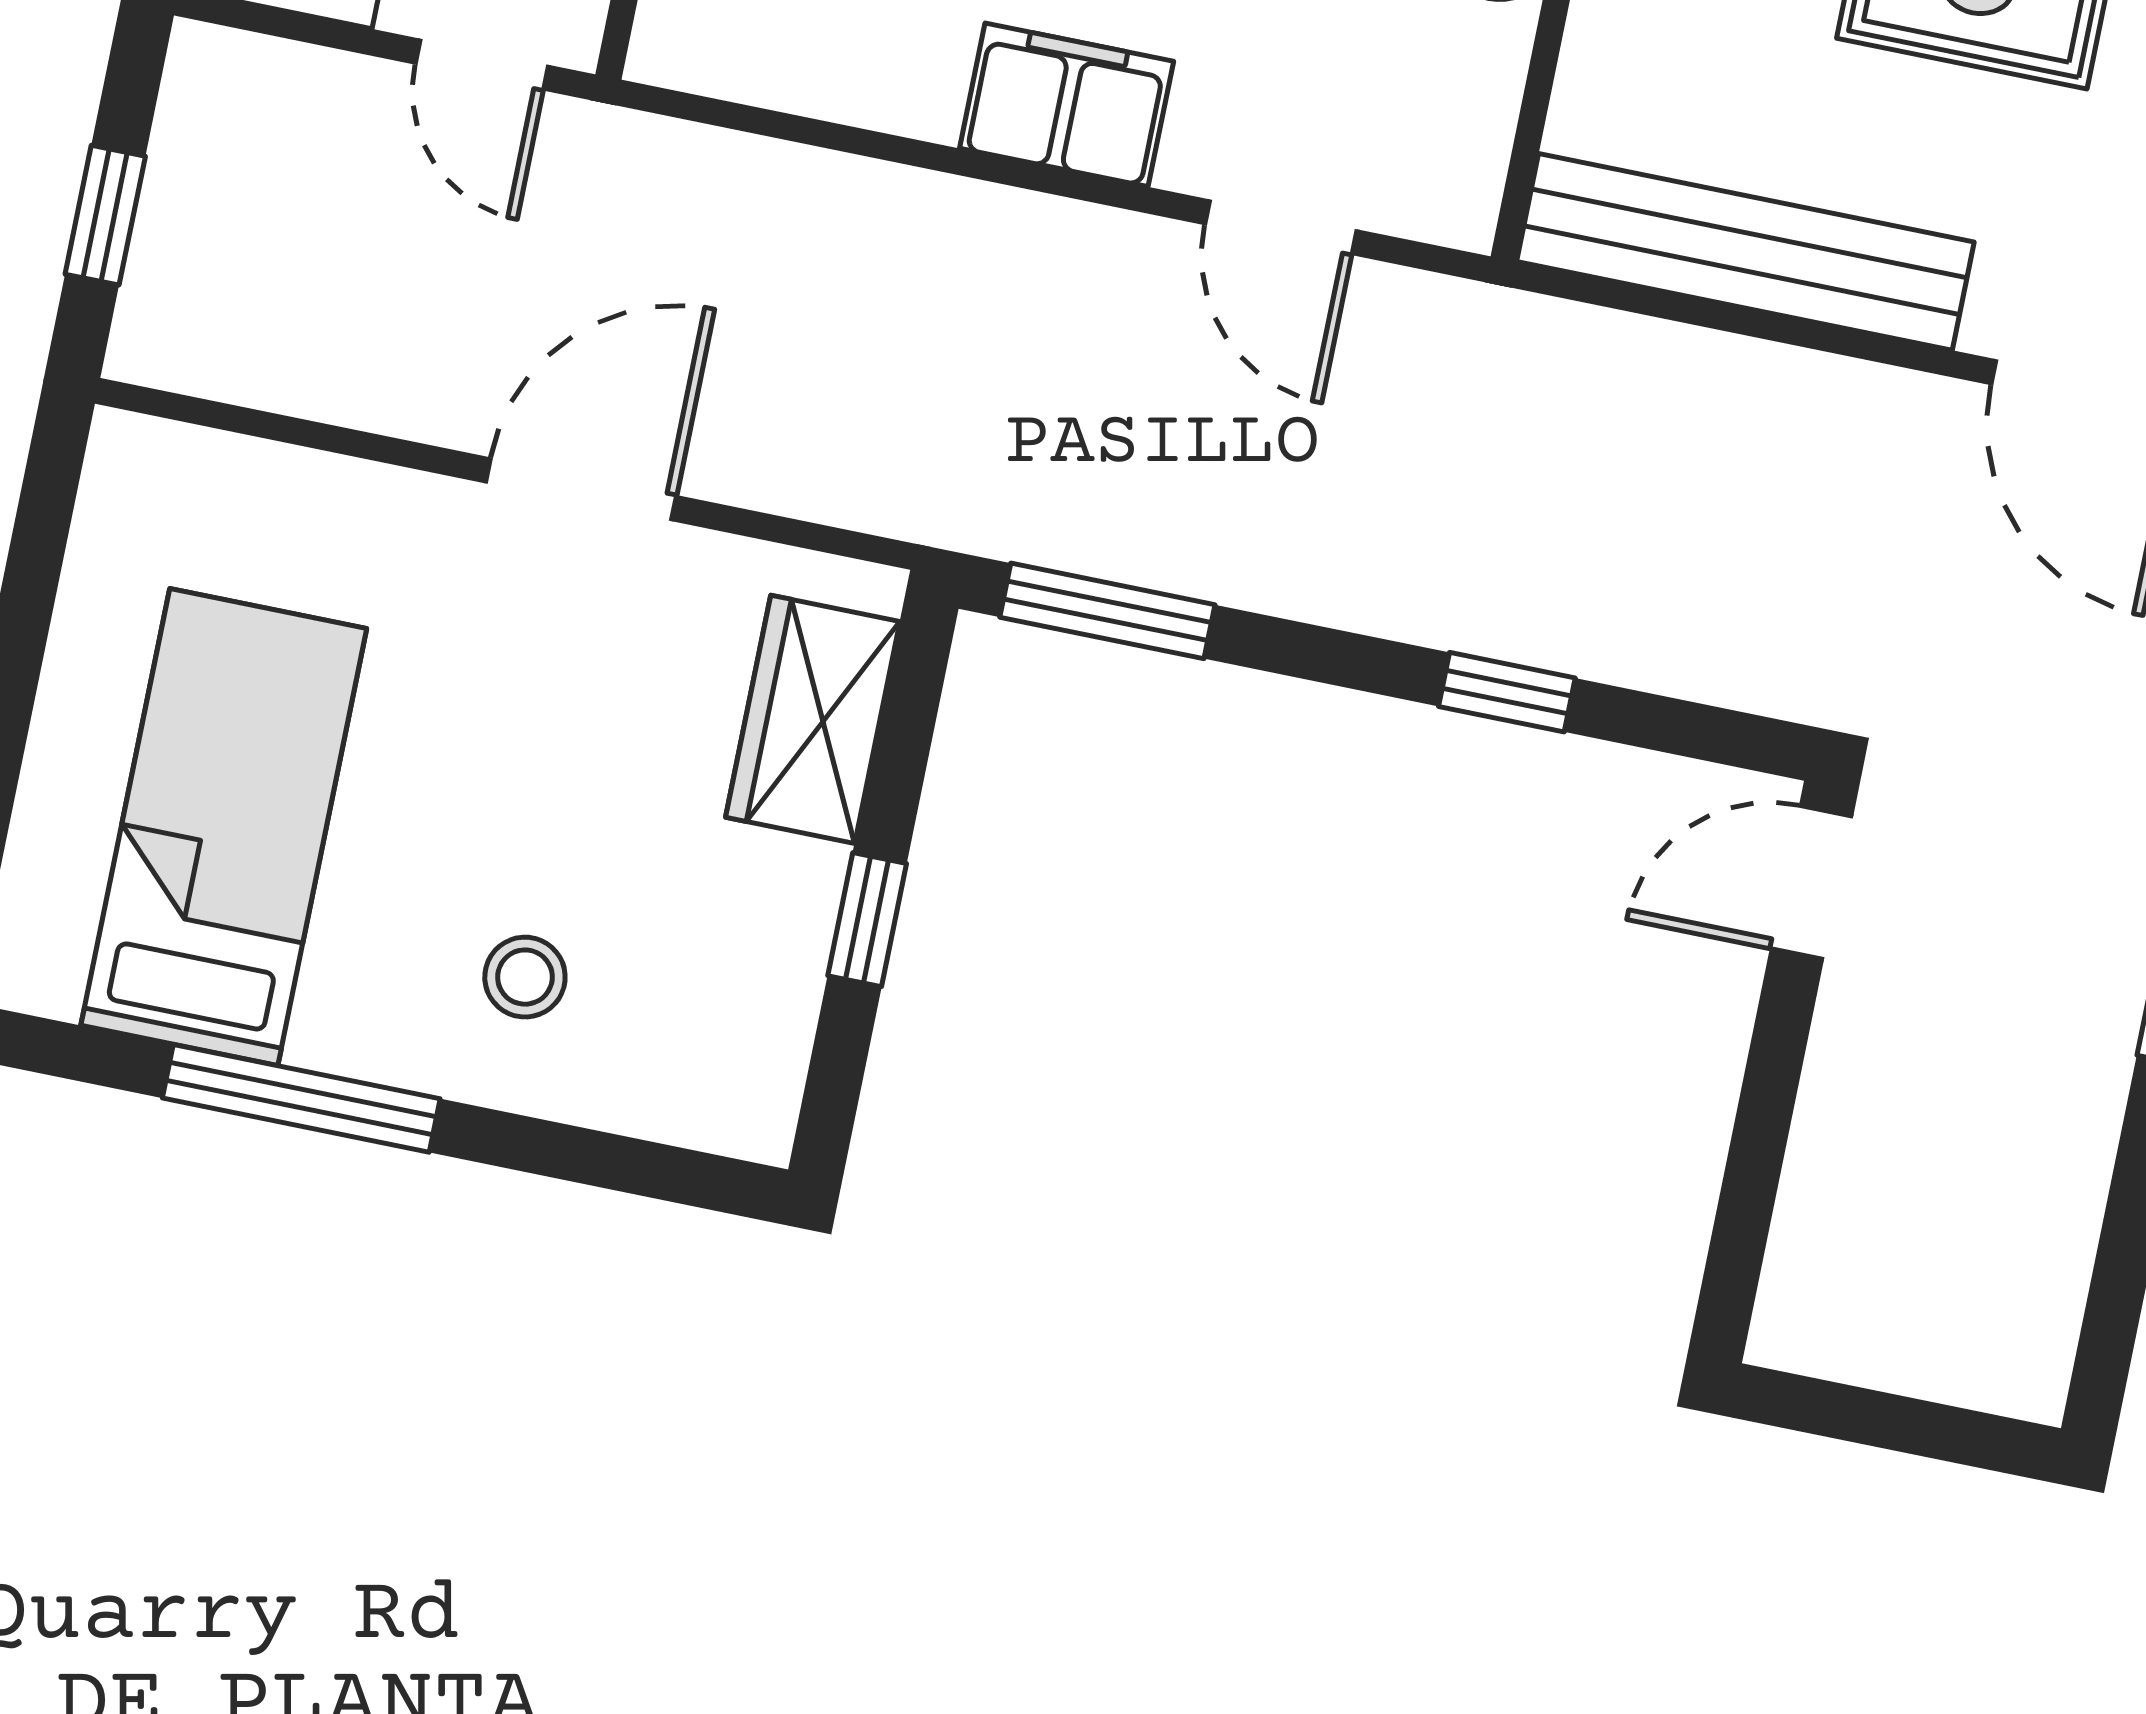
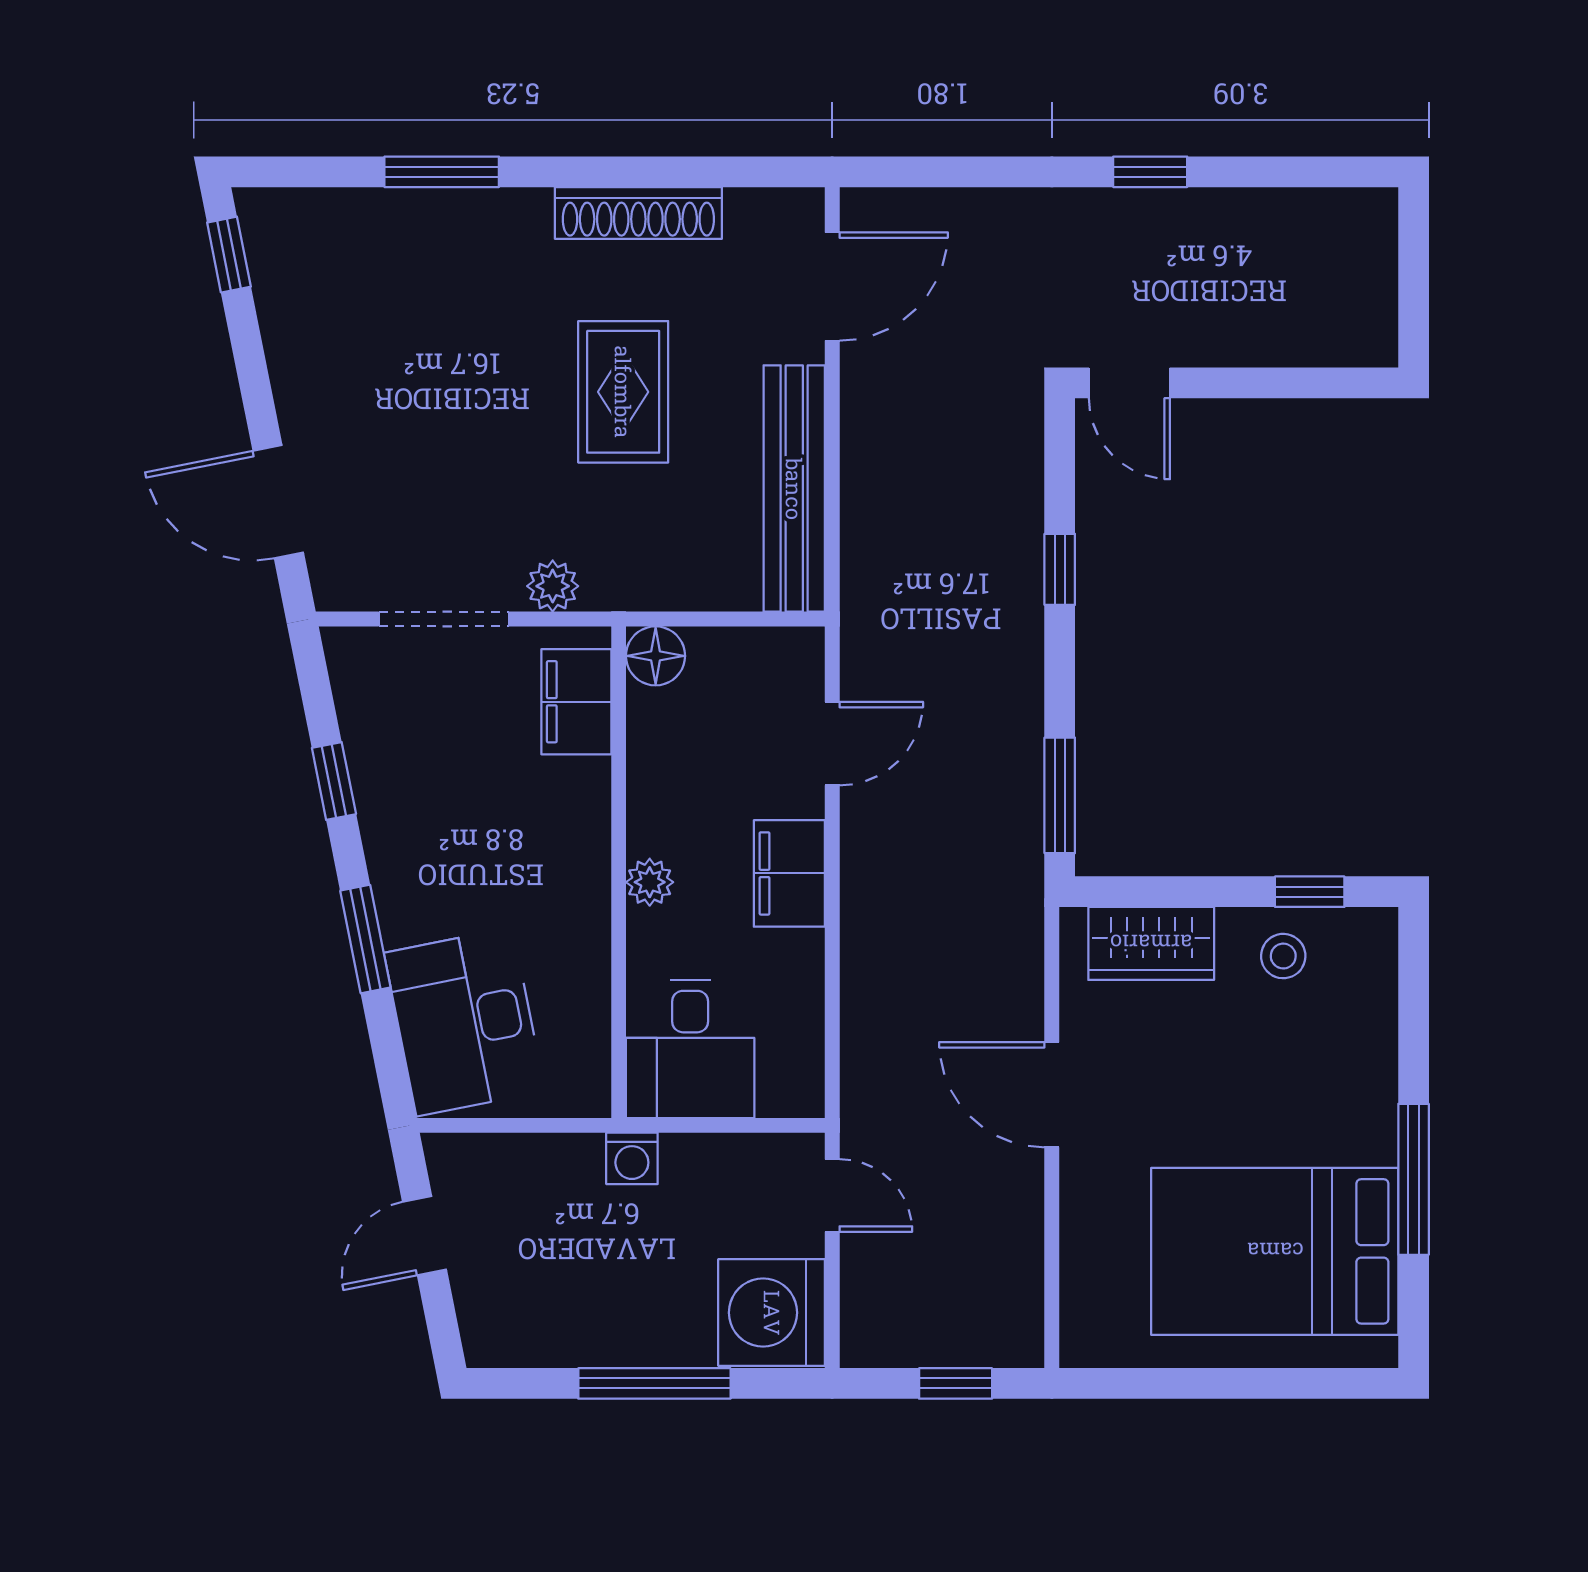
door: (482, 65) -> (832, 1195), hinge flipped
bed: (224, 827) -> (1275, 1251), width x1.50
window: (867, 920) -> (1310, 892), moved
stool: (525, 977) -> (1283, 956), moved

